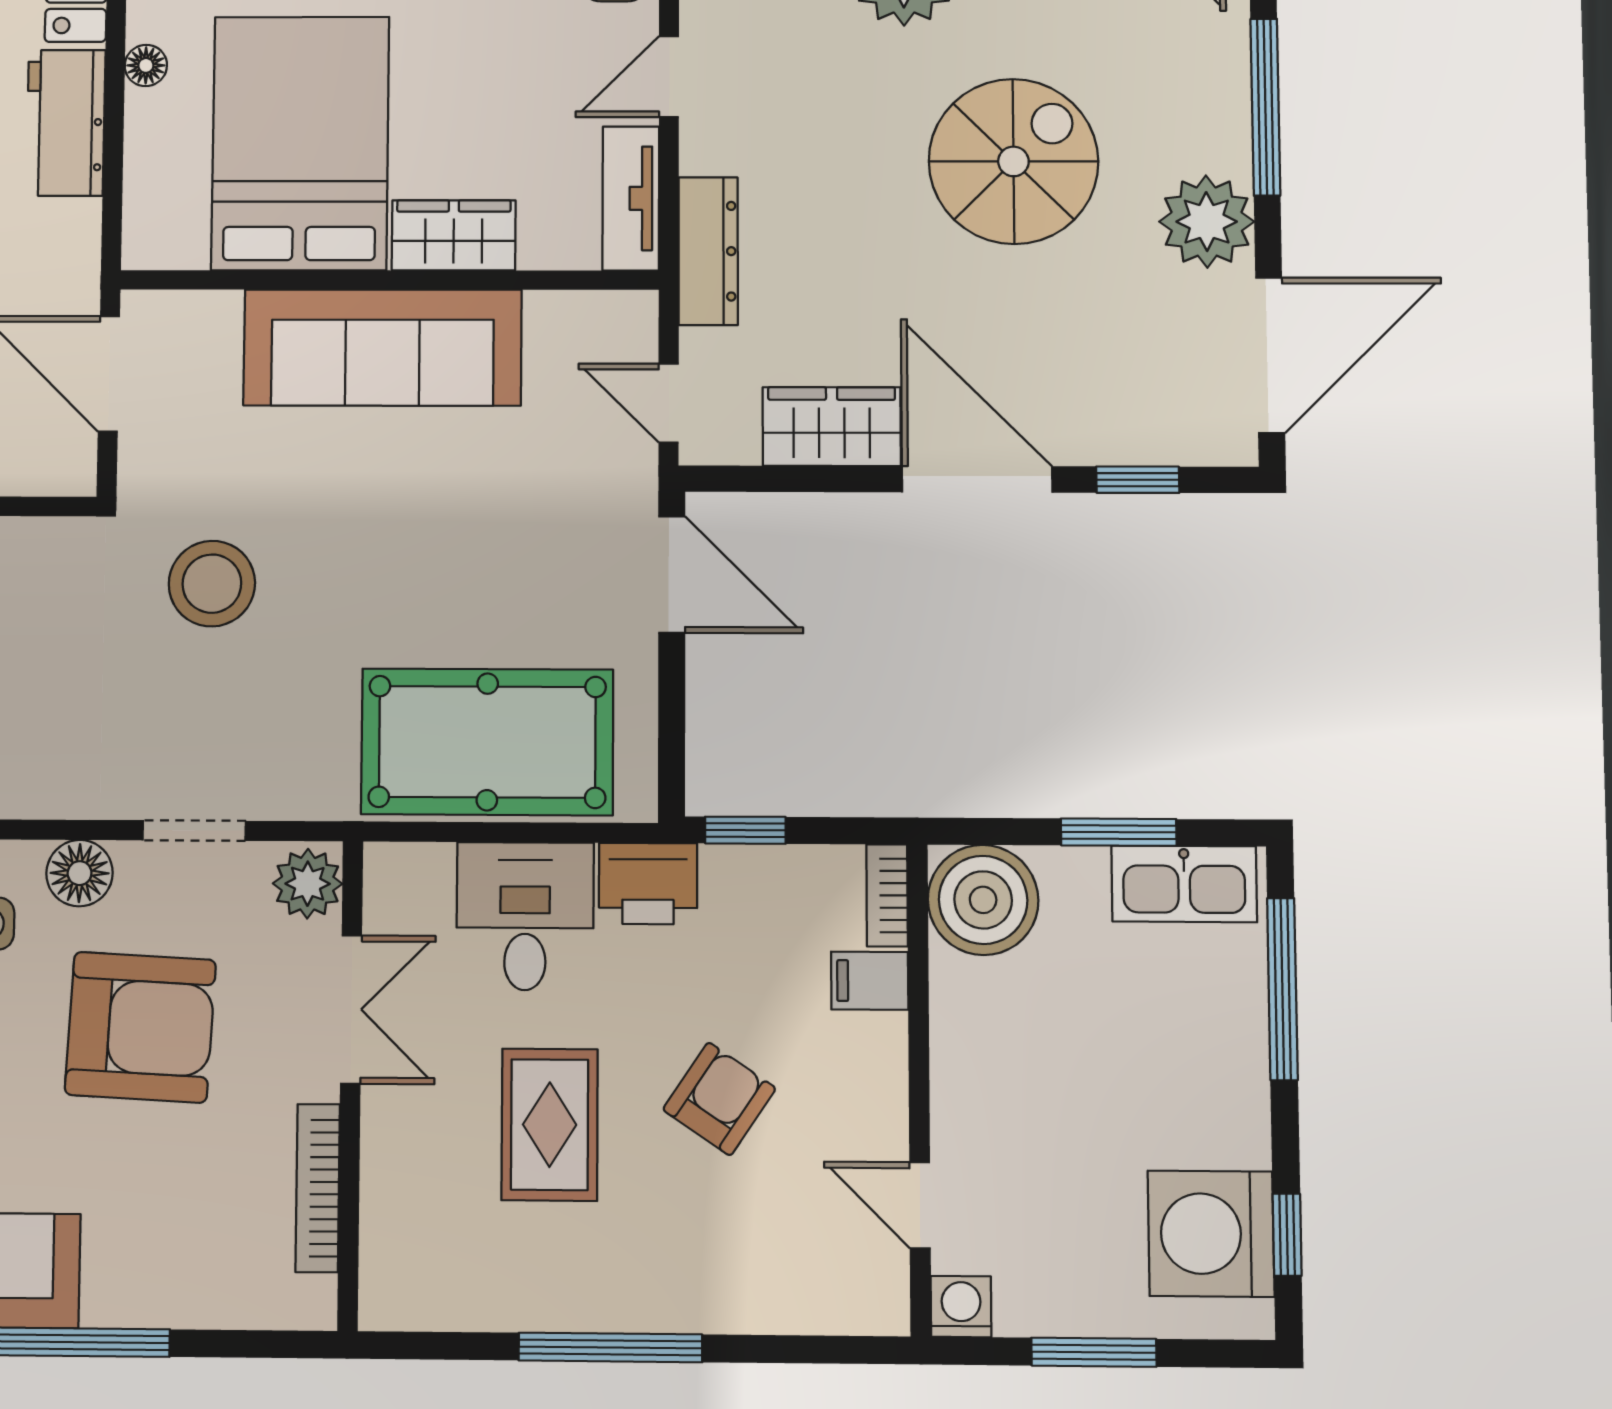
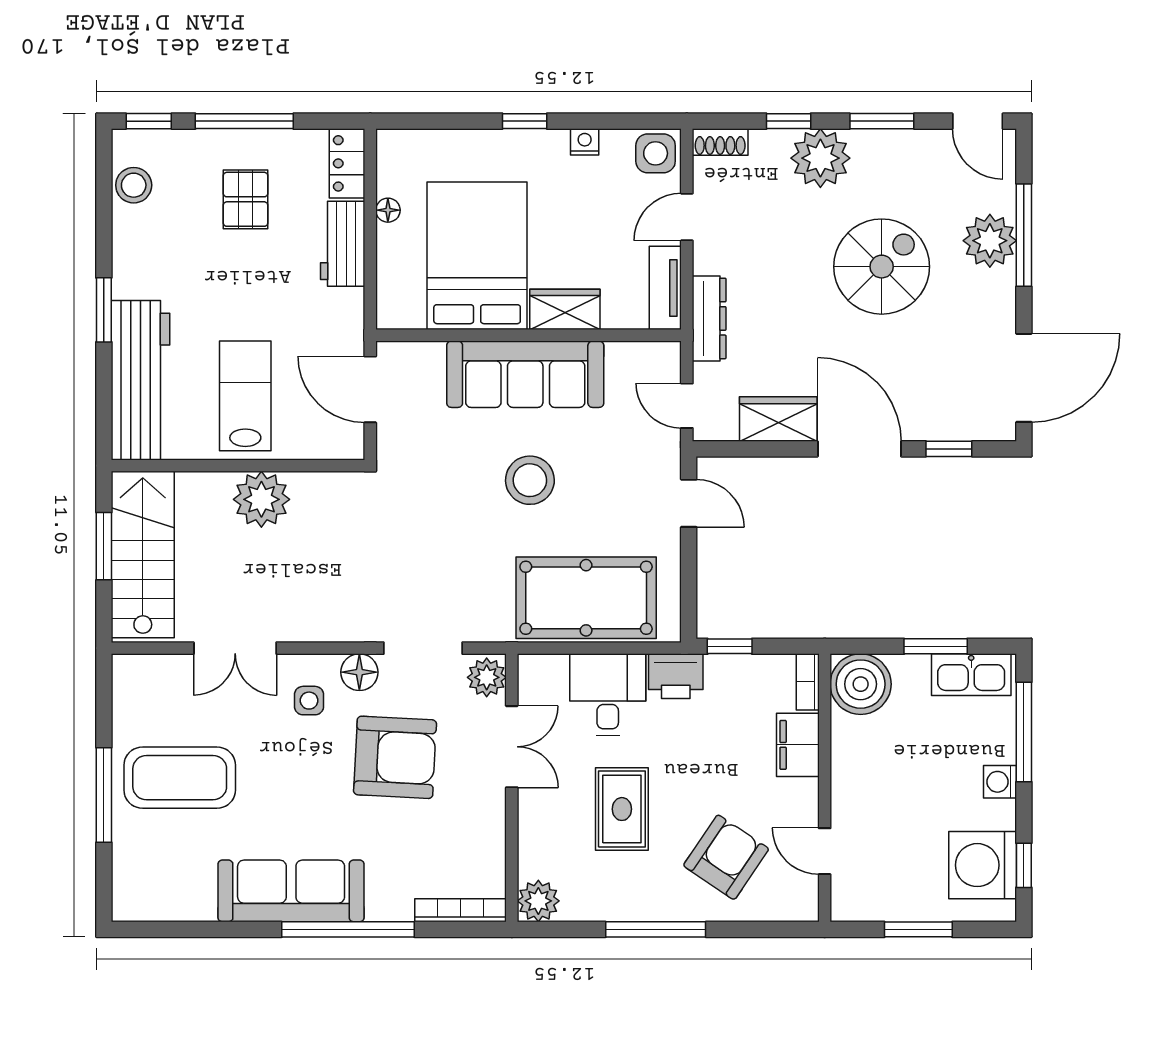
plant: (1207, 222) -> (990, 241), moved
door: (672, 575) -> (689, 503), width x0.73
stool: (212, 584) -> (530, 480), moved
doorway: (194, 831) -> (423, 648), width x1.38
filing cabinet: (870, 981) -> (798, 745), width x2.00
armchair: (719, 1099) -> (726, 857), moved, width x1.38, depth x1.38
bookcase: (318, 1188) -> (460, 910), moved, turned 90
plant: (396, 1293) -> (538, 901), added
washing machine: (961, 1307) -> (1000, 782), moved, turned -90

